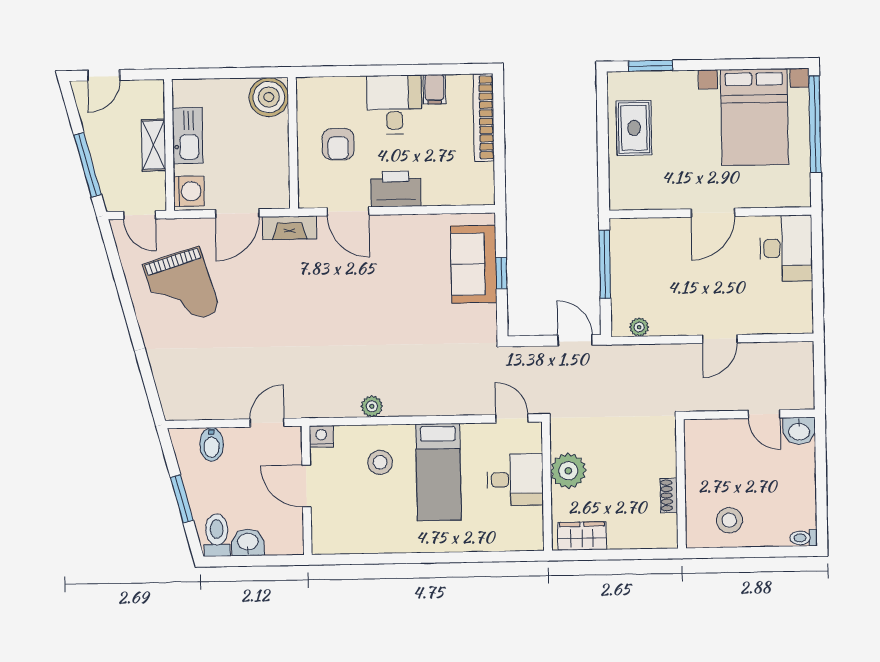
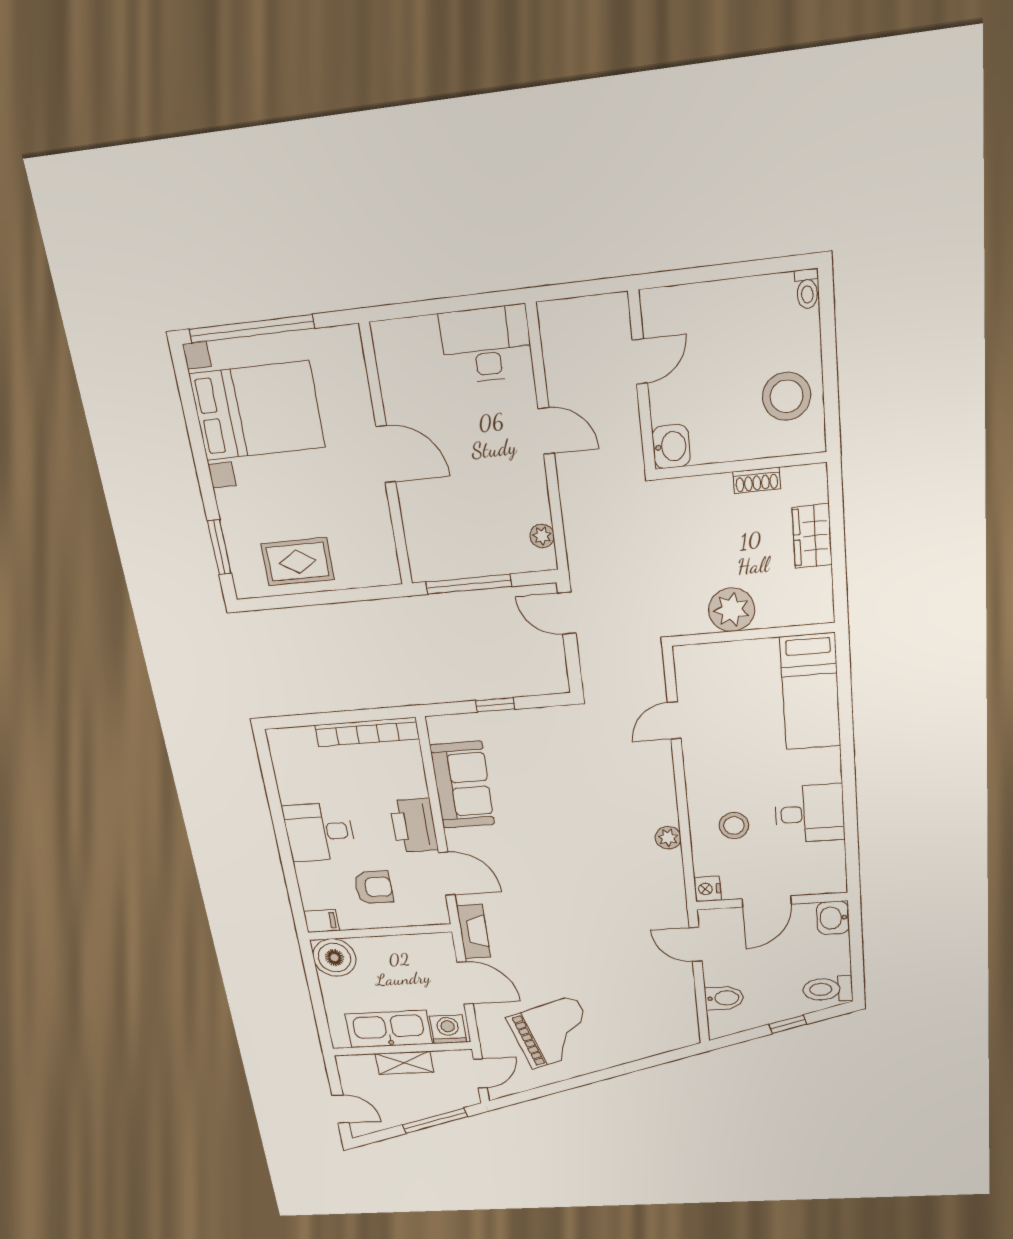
filing cabinet: (434, 89) -> (321, 921), moved
bookcase: (484, 117) -> (367, 732), moved
kitchen sink: (188, 136) -> (389, 1029), width x1.36, depth x1.24
door: (348, 211) -> (447, 874), hinge flipped
desk: (786, 248) -> (486, 344), moved
sofa: (474, 264) -> (462, 785), moved, turned -90
door: (575, 340) -> (567, 613), hinge flipped
door: (512, 418) -> (674, 720), moved
washbasin: (799, 431) -> (671, 446), moved
bed: (438, 472) -> (810, 692), moved, turned 90
desk: (515, 480) -> (810, 814), moved, turned 90
window: (182, 499) -> (788, 1024), width x0.67
stool: (729, 520) -> (787, 396), width x1.38, depth x1.38
wardrobe: (582, 536) -> (812, 536), moved
washbasin: (248, 542) -> (833, 918), moved

